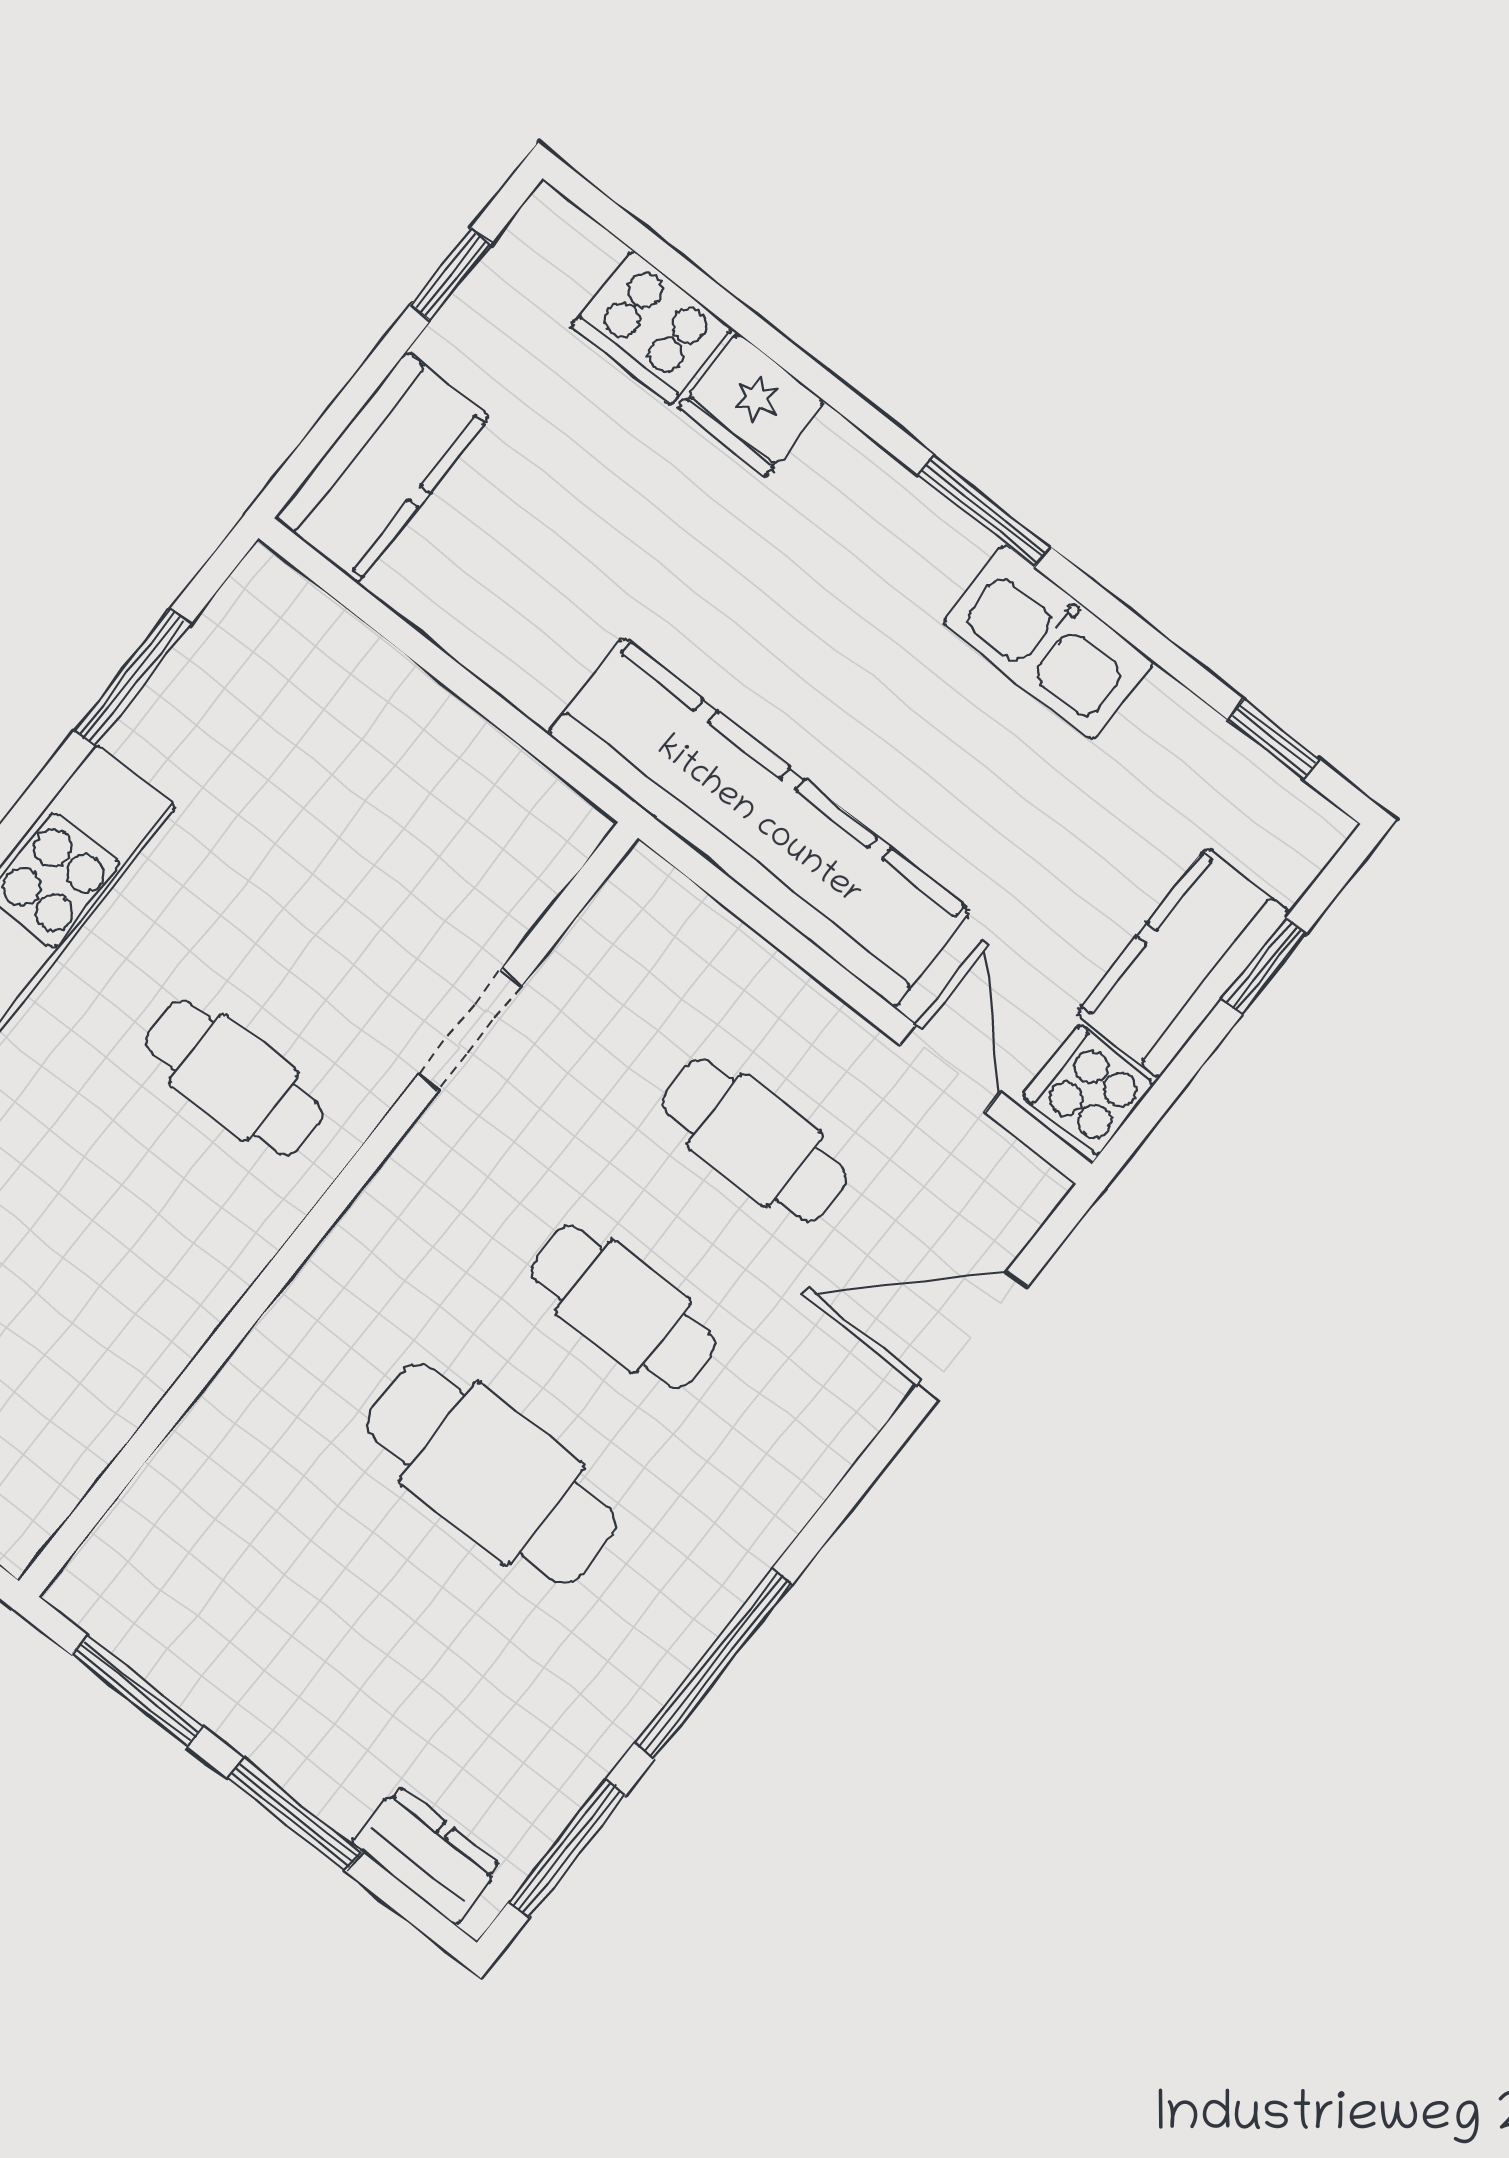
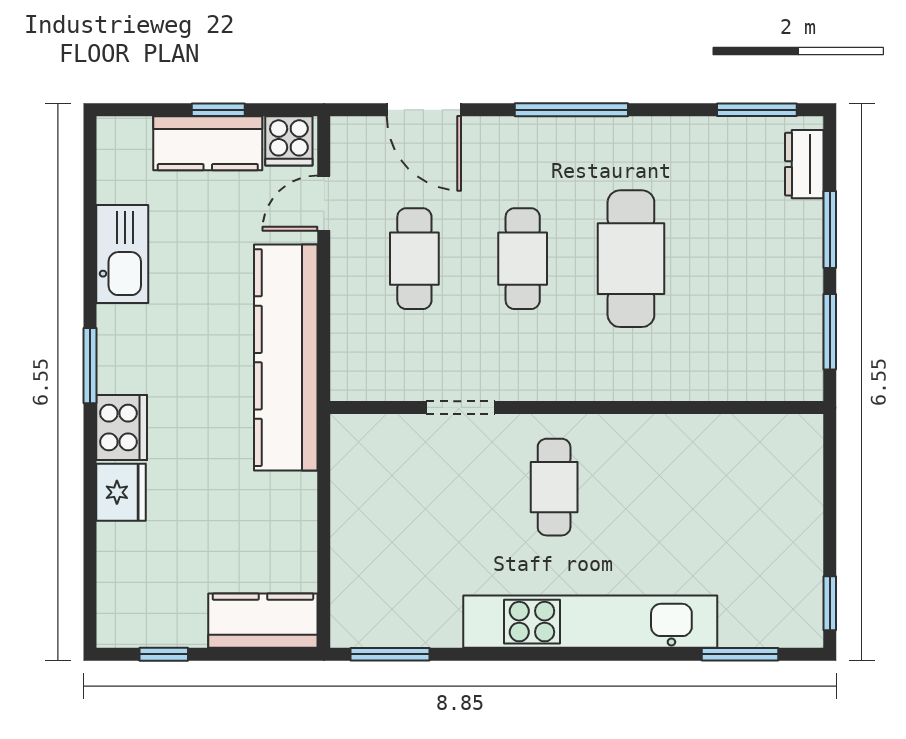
cooker: (652, 327) -> (122, 428), moved
kitchen sink: (1048, 642) -> (122, 254), moved
window: (132, 678) -> (390, 654), moved
window: (1274, 740) -> (90, 178), removed
window: (1264, 966) -> (218, 110), moved
window: (713, 1664) -> (571, 110), moved

